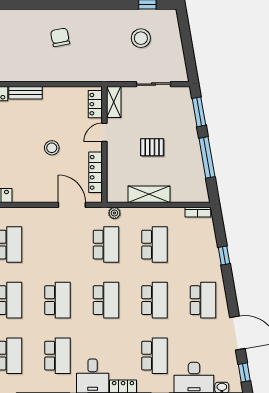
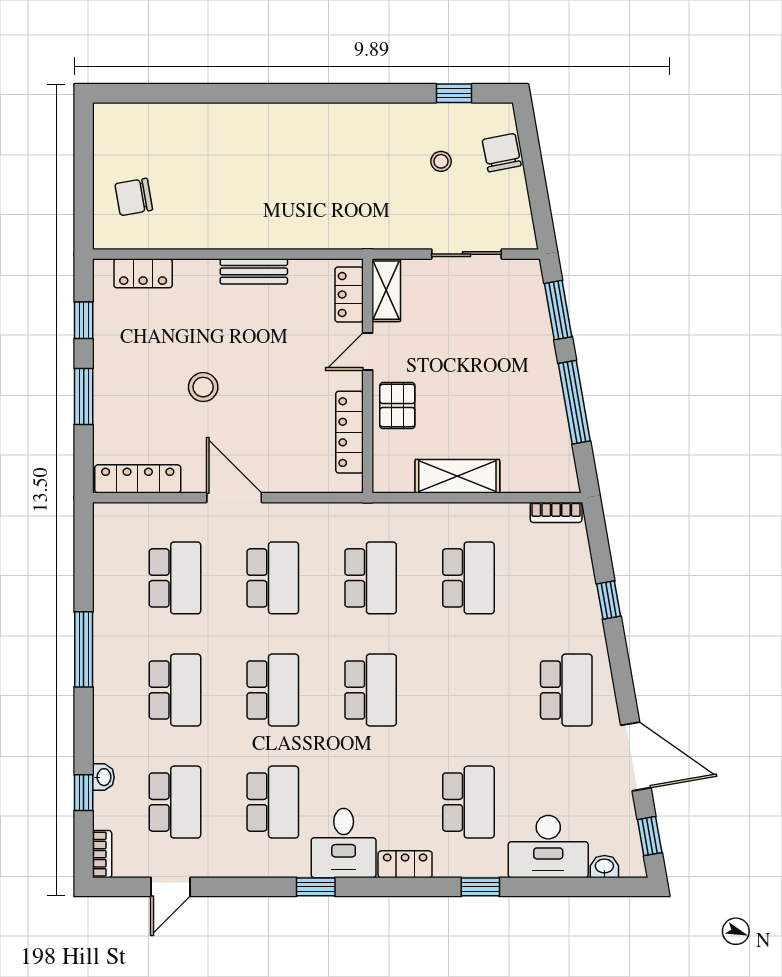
chair: (60, 37) -> (502, 153), moved
stool: (141, 38) -> (441, 161), width x0.53, depth x0.53
bench: (25, 93) -> (254, 271), moved
pallet: (152, 147) -> (397, 406), moved, turned 90
stool: (52, 148) -> (203, 387), moved
door: (72, 205) -> (234, 498), moved
plant: (114, 213) -> (388, 514), removed
school desk: (154, 300) -> (273, 578), moved

